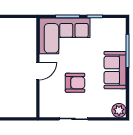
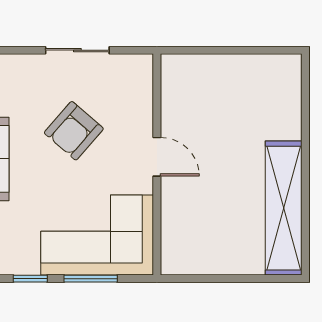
door: (38, 71) -> (157, 157), swing flipped
armchair: (75, 83) -> (74, 131), turned -49

